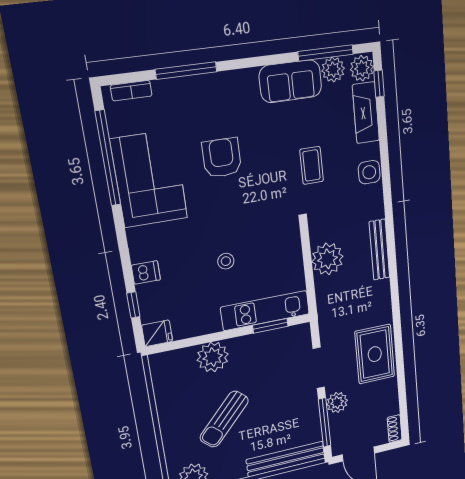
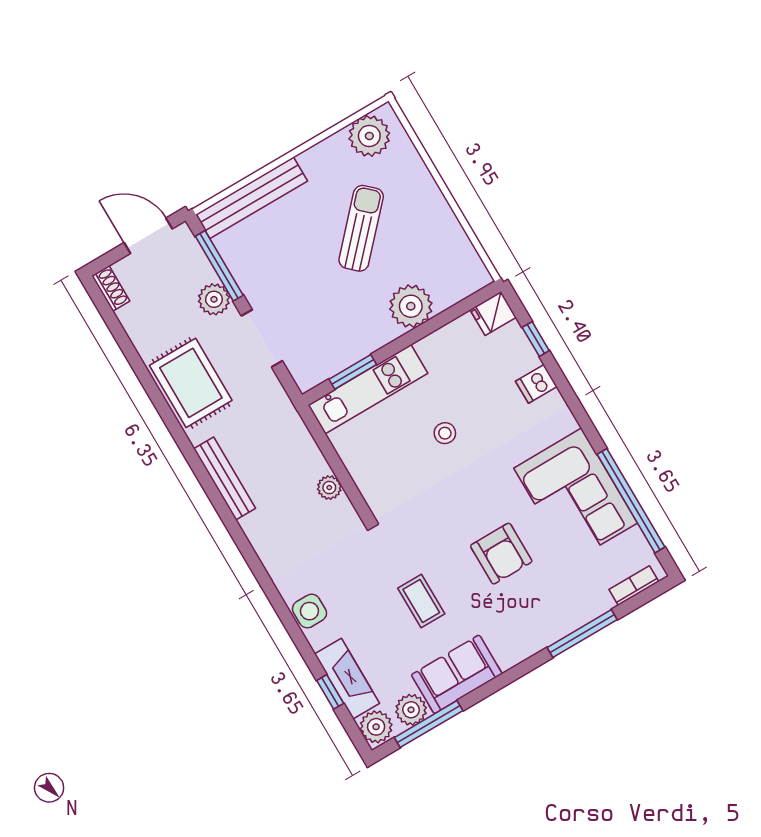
window: (379, 84) -> (330, 692), moved
coffee table: (312, 165) -> (421, 601), moved
bench: (379, 250) -> (225, 479), moved
plant: (327, 259) -> (329, 488), width x0.53, depth x0.53

